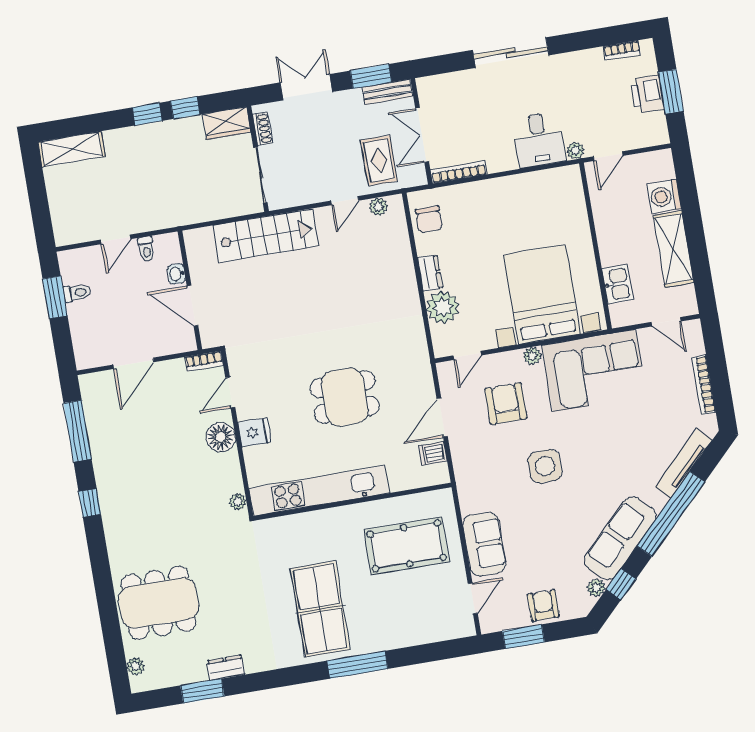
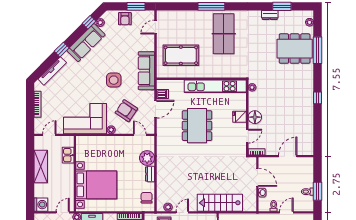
washing machine: (664, 196) -> (41, 205), moved
bed with nightstands: (542, 294) -> (96, 185), moved, turned -90
door: (666, 322) -> (49, 135), hinge flipped
door: (467, 355) -> (140, 135), hinge flipped
dining table: (345, 397) -> (197, 126), width x1.38
armchair: (506, 404) -> (126, 111), turned 124
window: (78, 431) -> (318, 50), moved
window: (671, 514) -> (62, 50), width x0.32
sofa: (484, 544) -> (146, 71), moved, width x1.36

